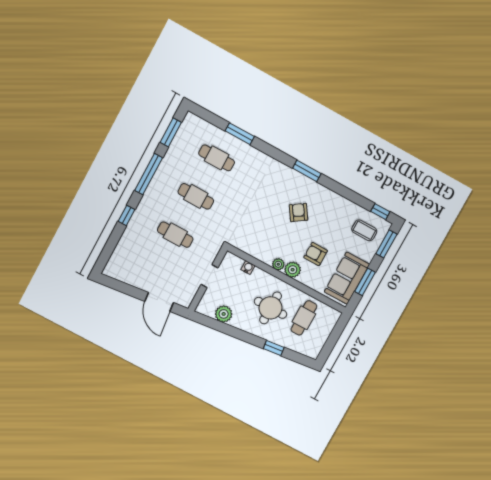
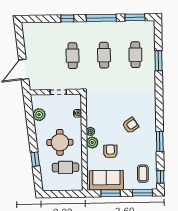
window: (307, 171) -> (160, 141), moved

